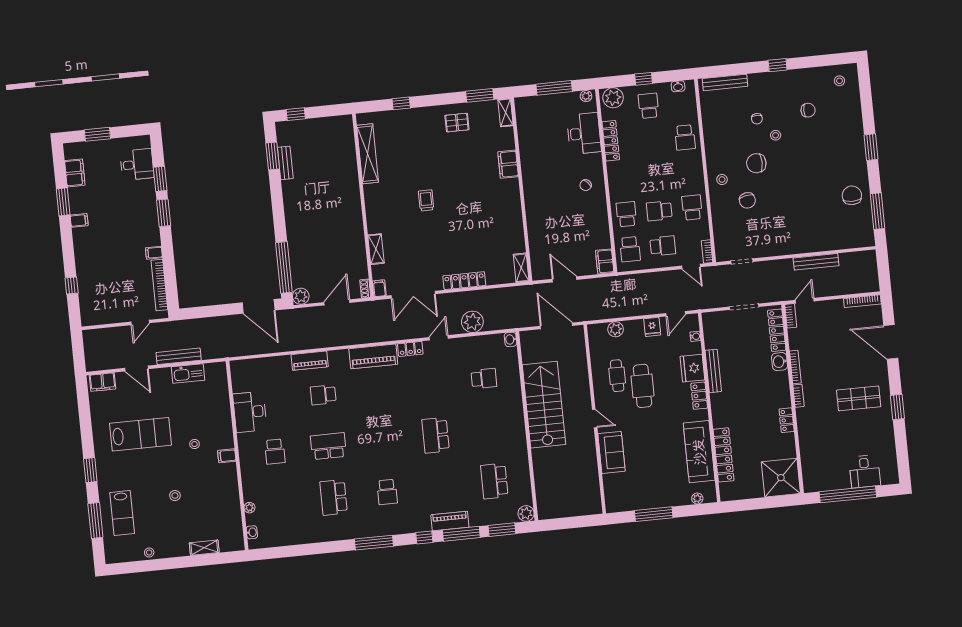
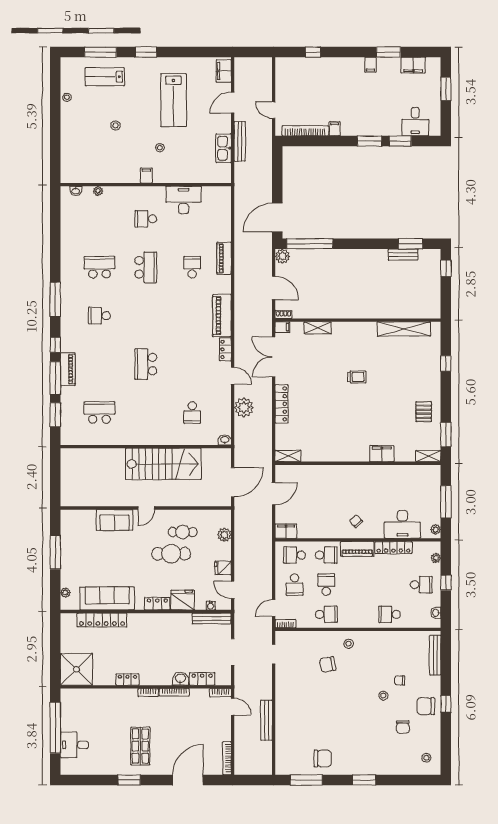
plant: (613, 98) -> (436, 558), width x0.53, depth x0.53
chair: (756, 163) -> (426, 706), moved, turned -90
piano: (616, 181) -> (357, 549), added
locker: (777, 330) -> (202, 679), width x0.66
bench: (713, 371) -> (212, 618), moved
school desk: (436, 435) -> (146, 364), turned -90
plant: (526, 513) -> (68, 438), removed
shelving: (204, 548) -> (66, 147), removed

